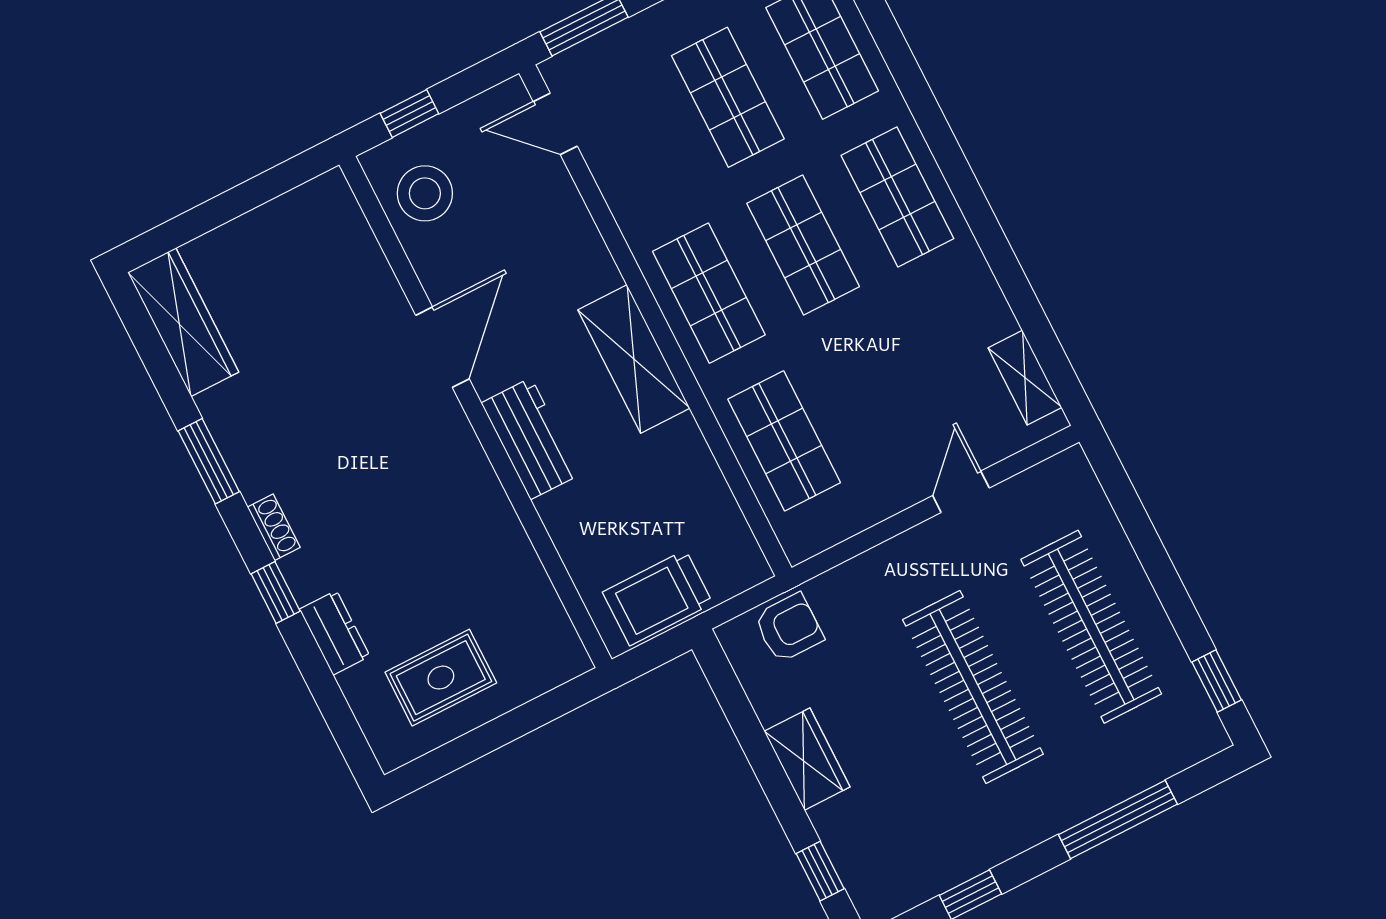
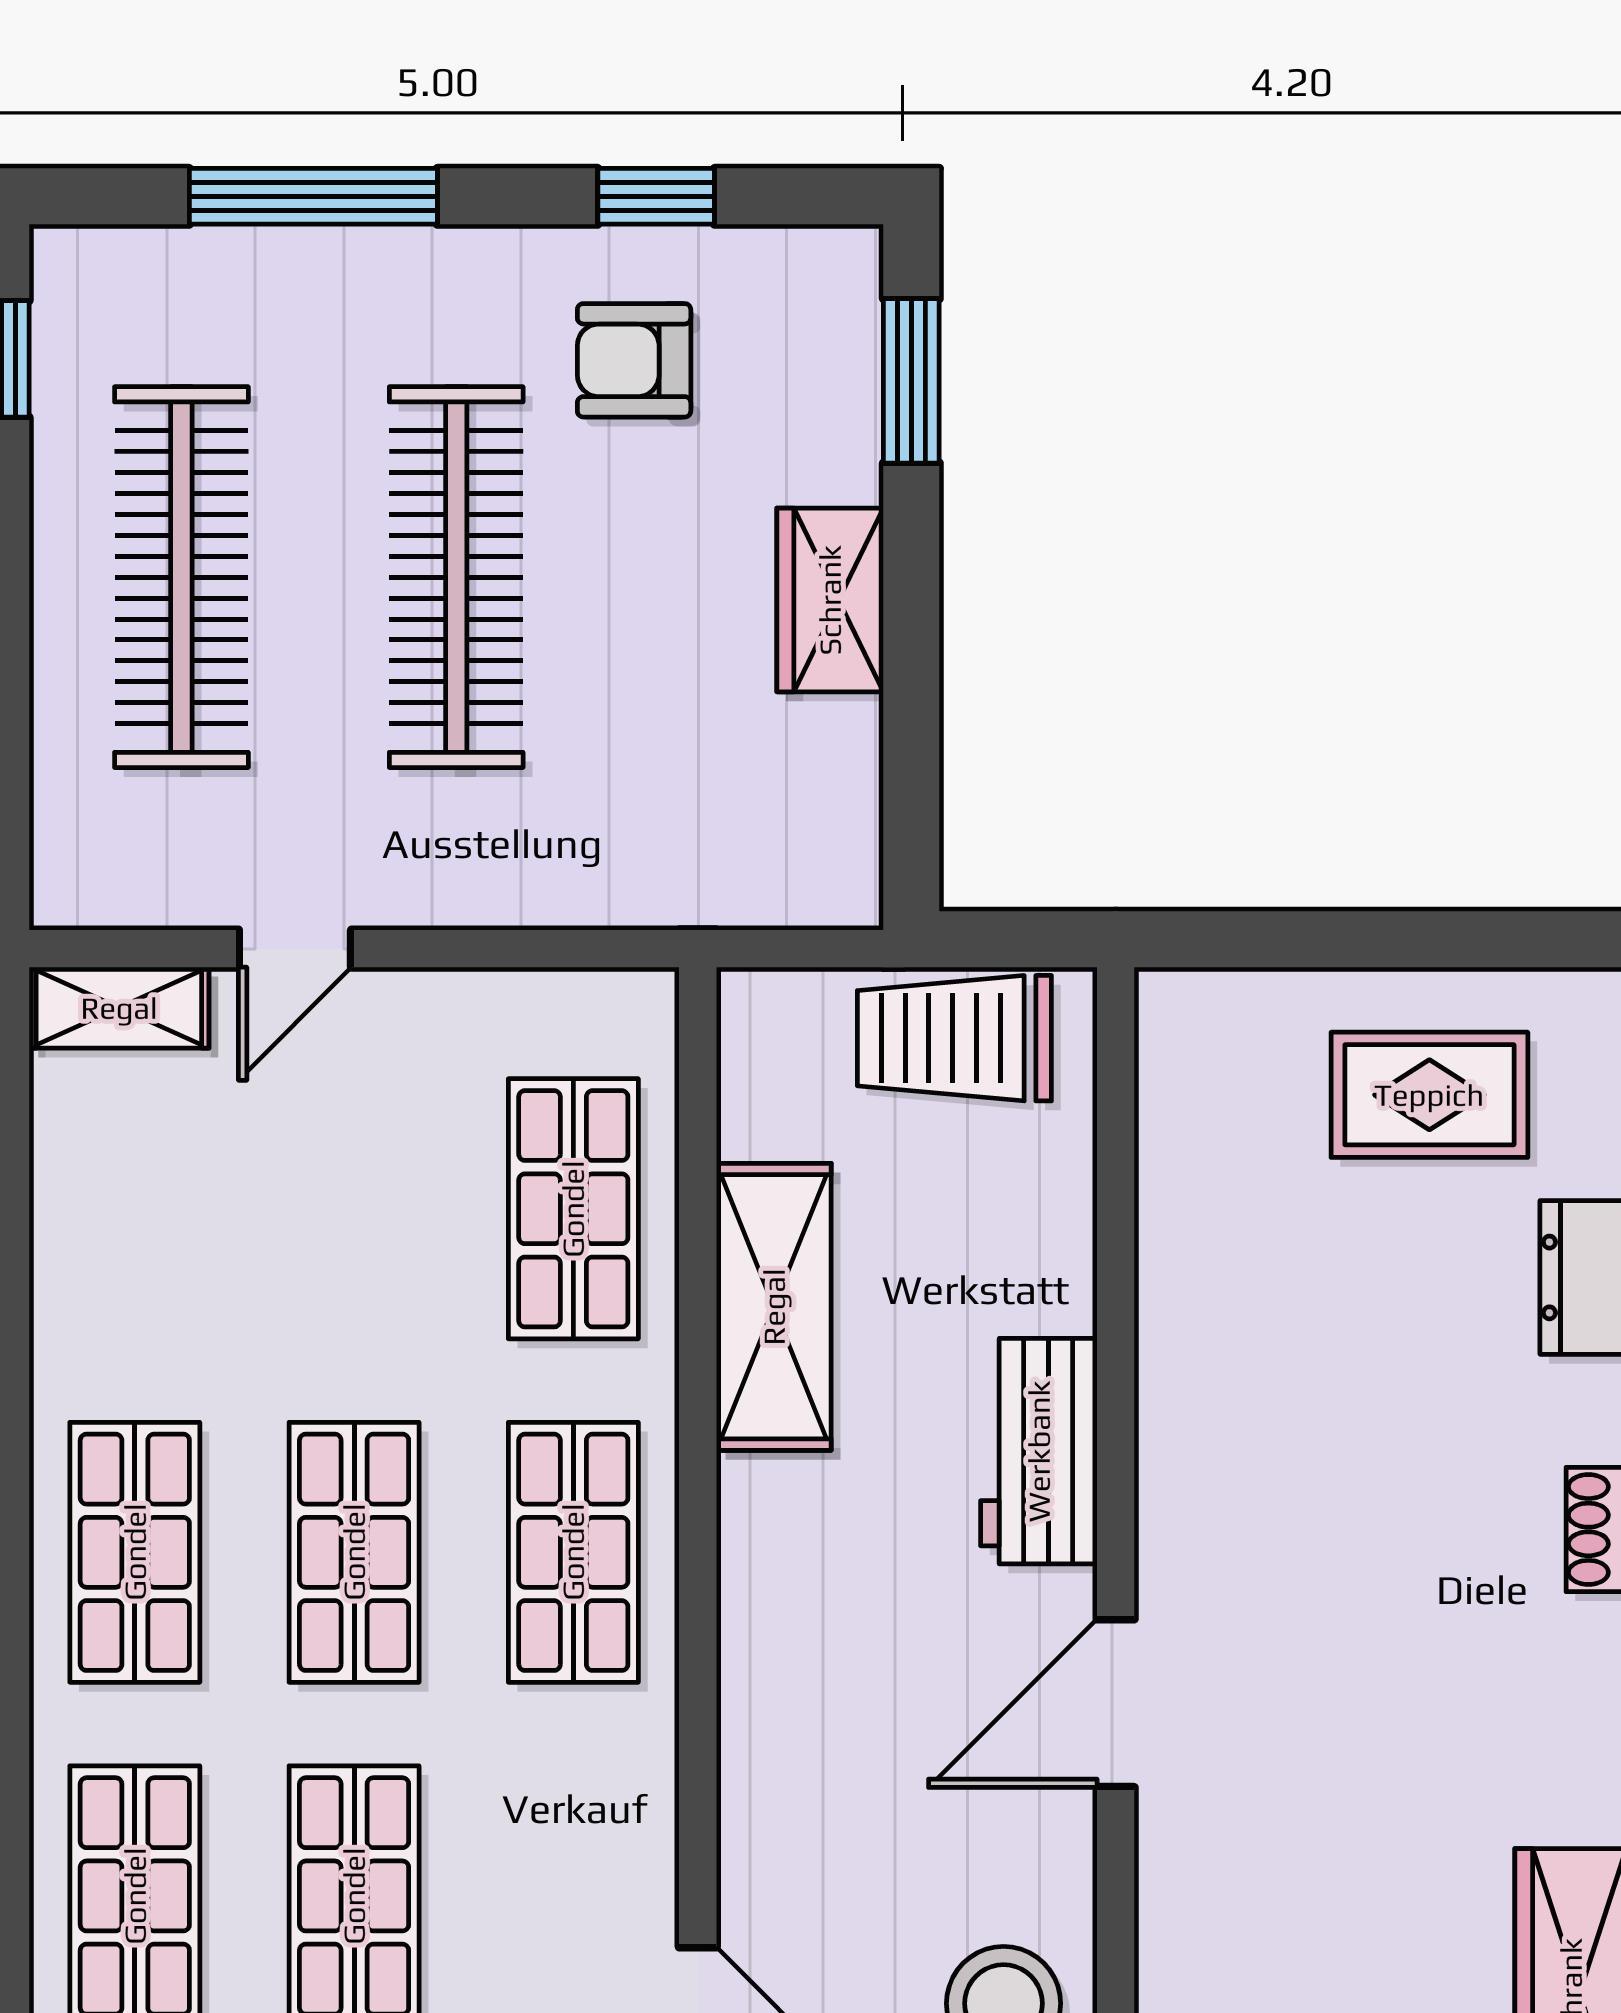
shelving: (634, 359) -> (774, 1307), moved
shelving: (1025, 378) -> (119, 1008), moved, turned 90
trolley: (658, 598) -> (954, 1038), turned 180
armchair: (789, 628) -> (634, 360), moved
window: (820, 871) -> (911, 381), width x1.50

